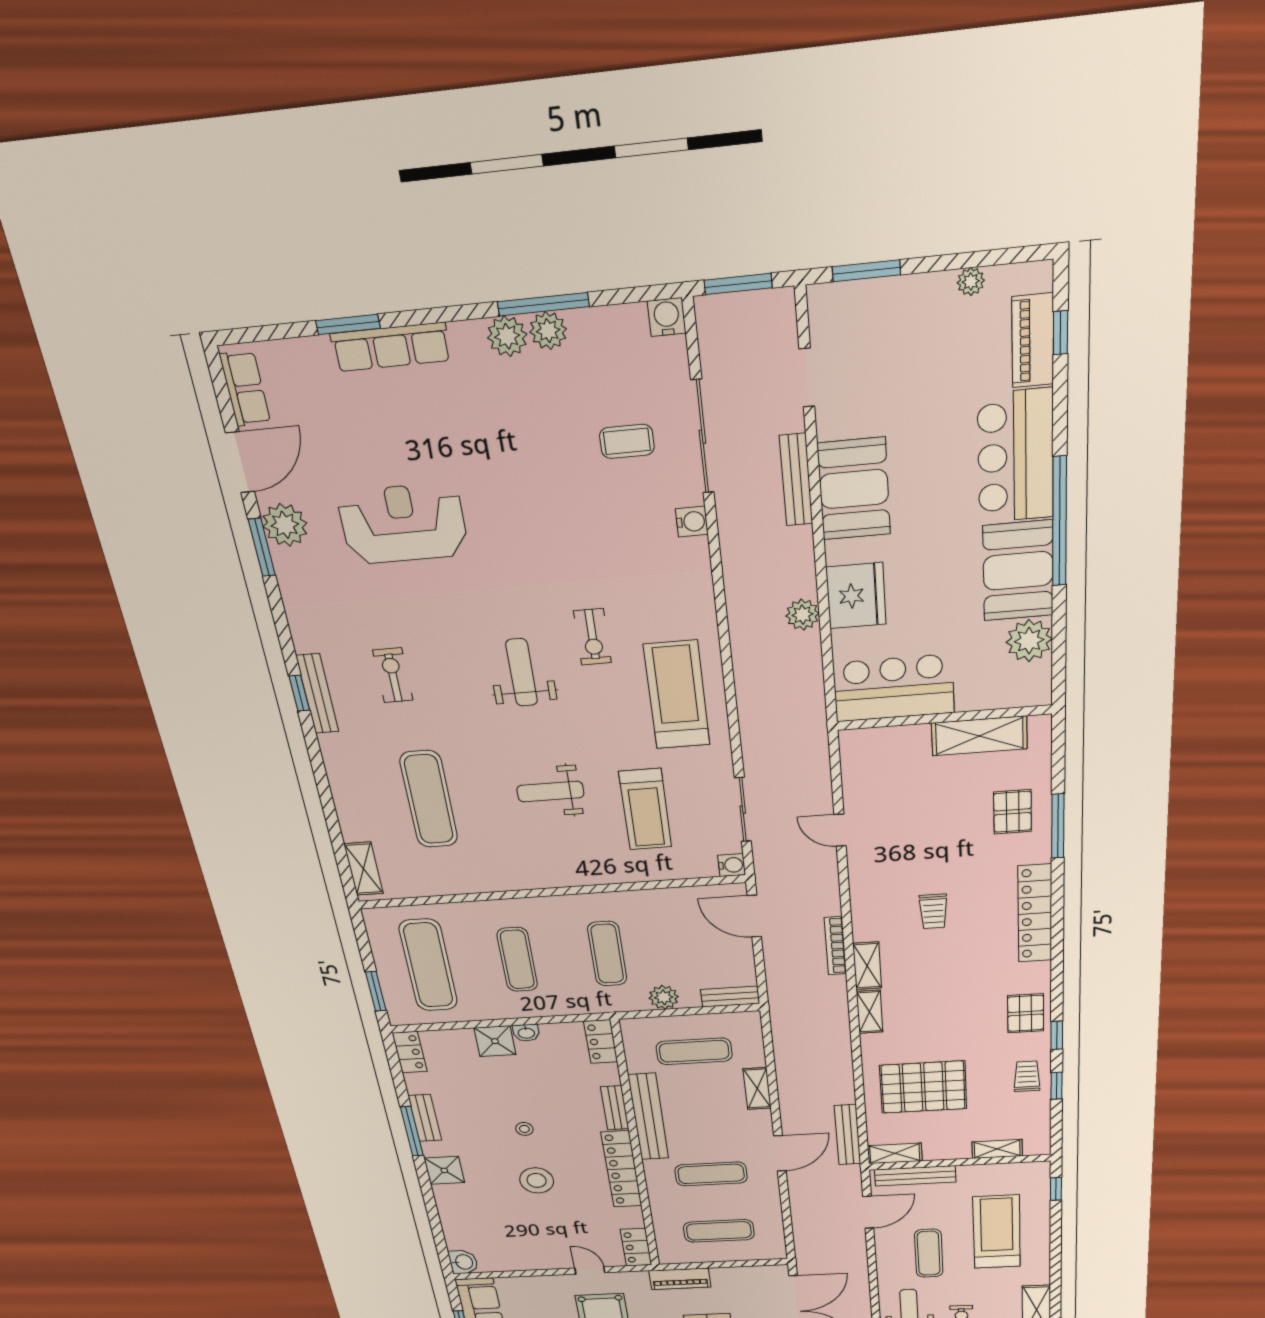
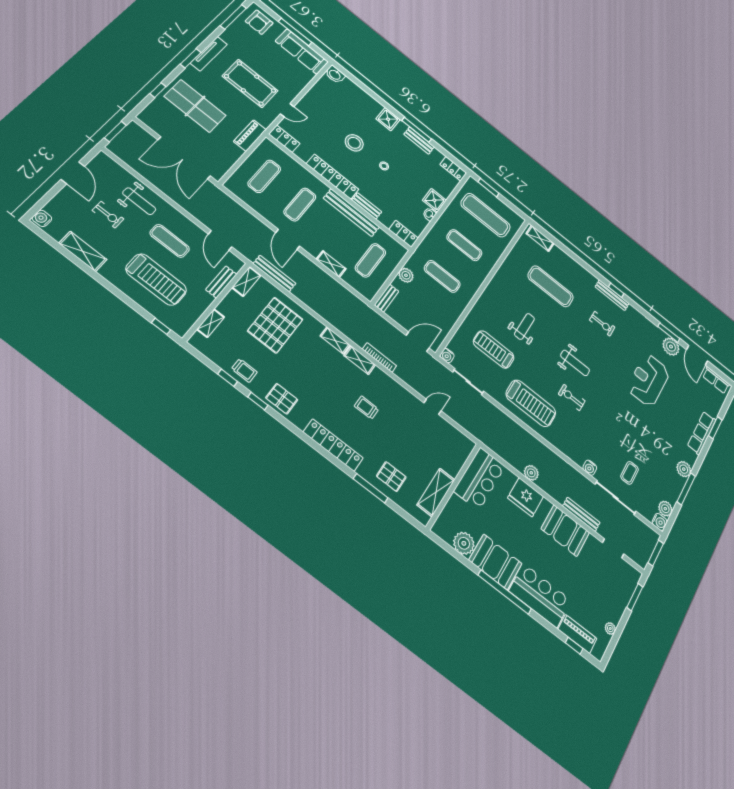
plant: (548, 331) -> (665, 509), moved
reception desk: (403, 524) -> (649, 380), turned 180
bench: (915, 1176) -> (221, 282), width x0.73

